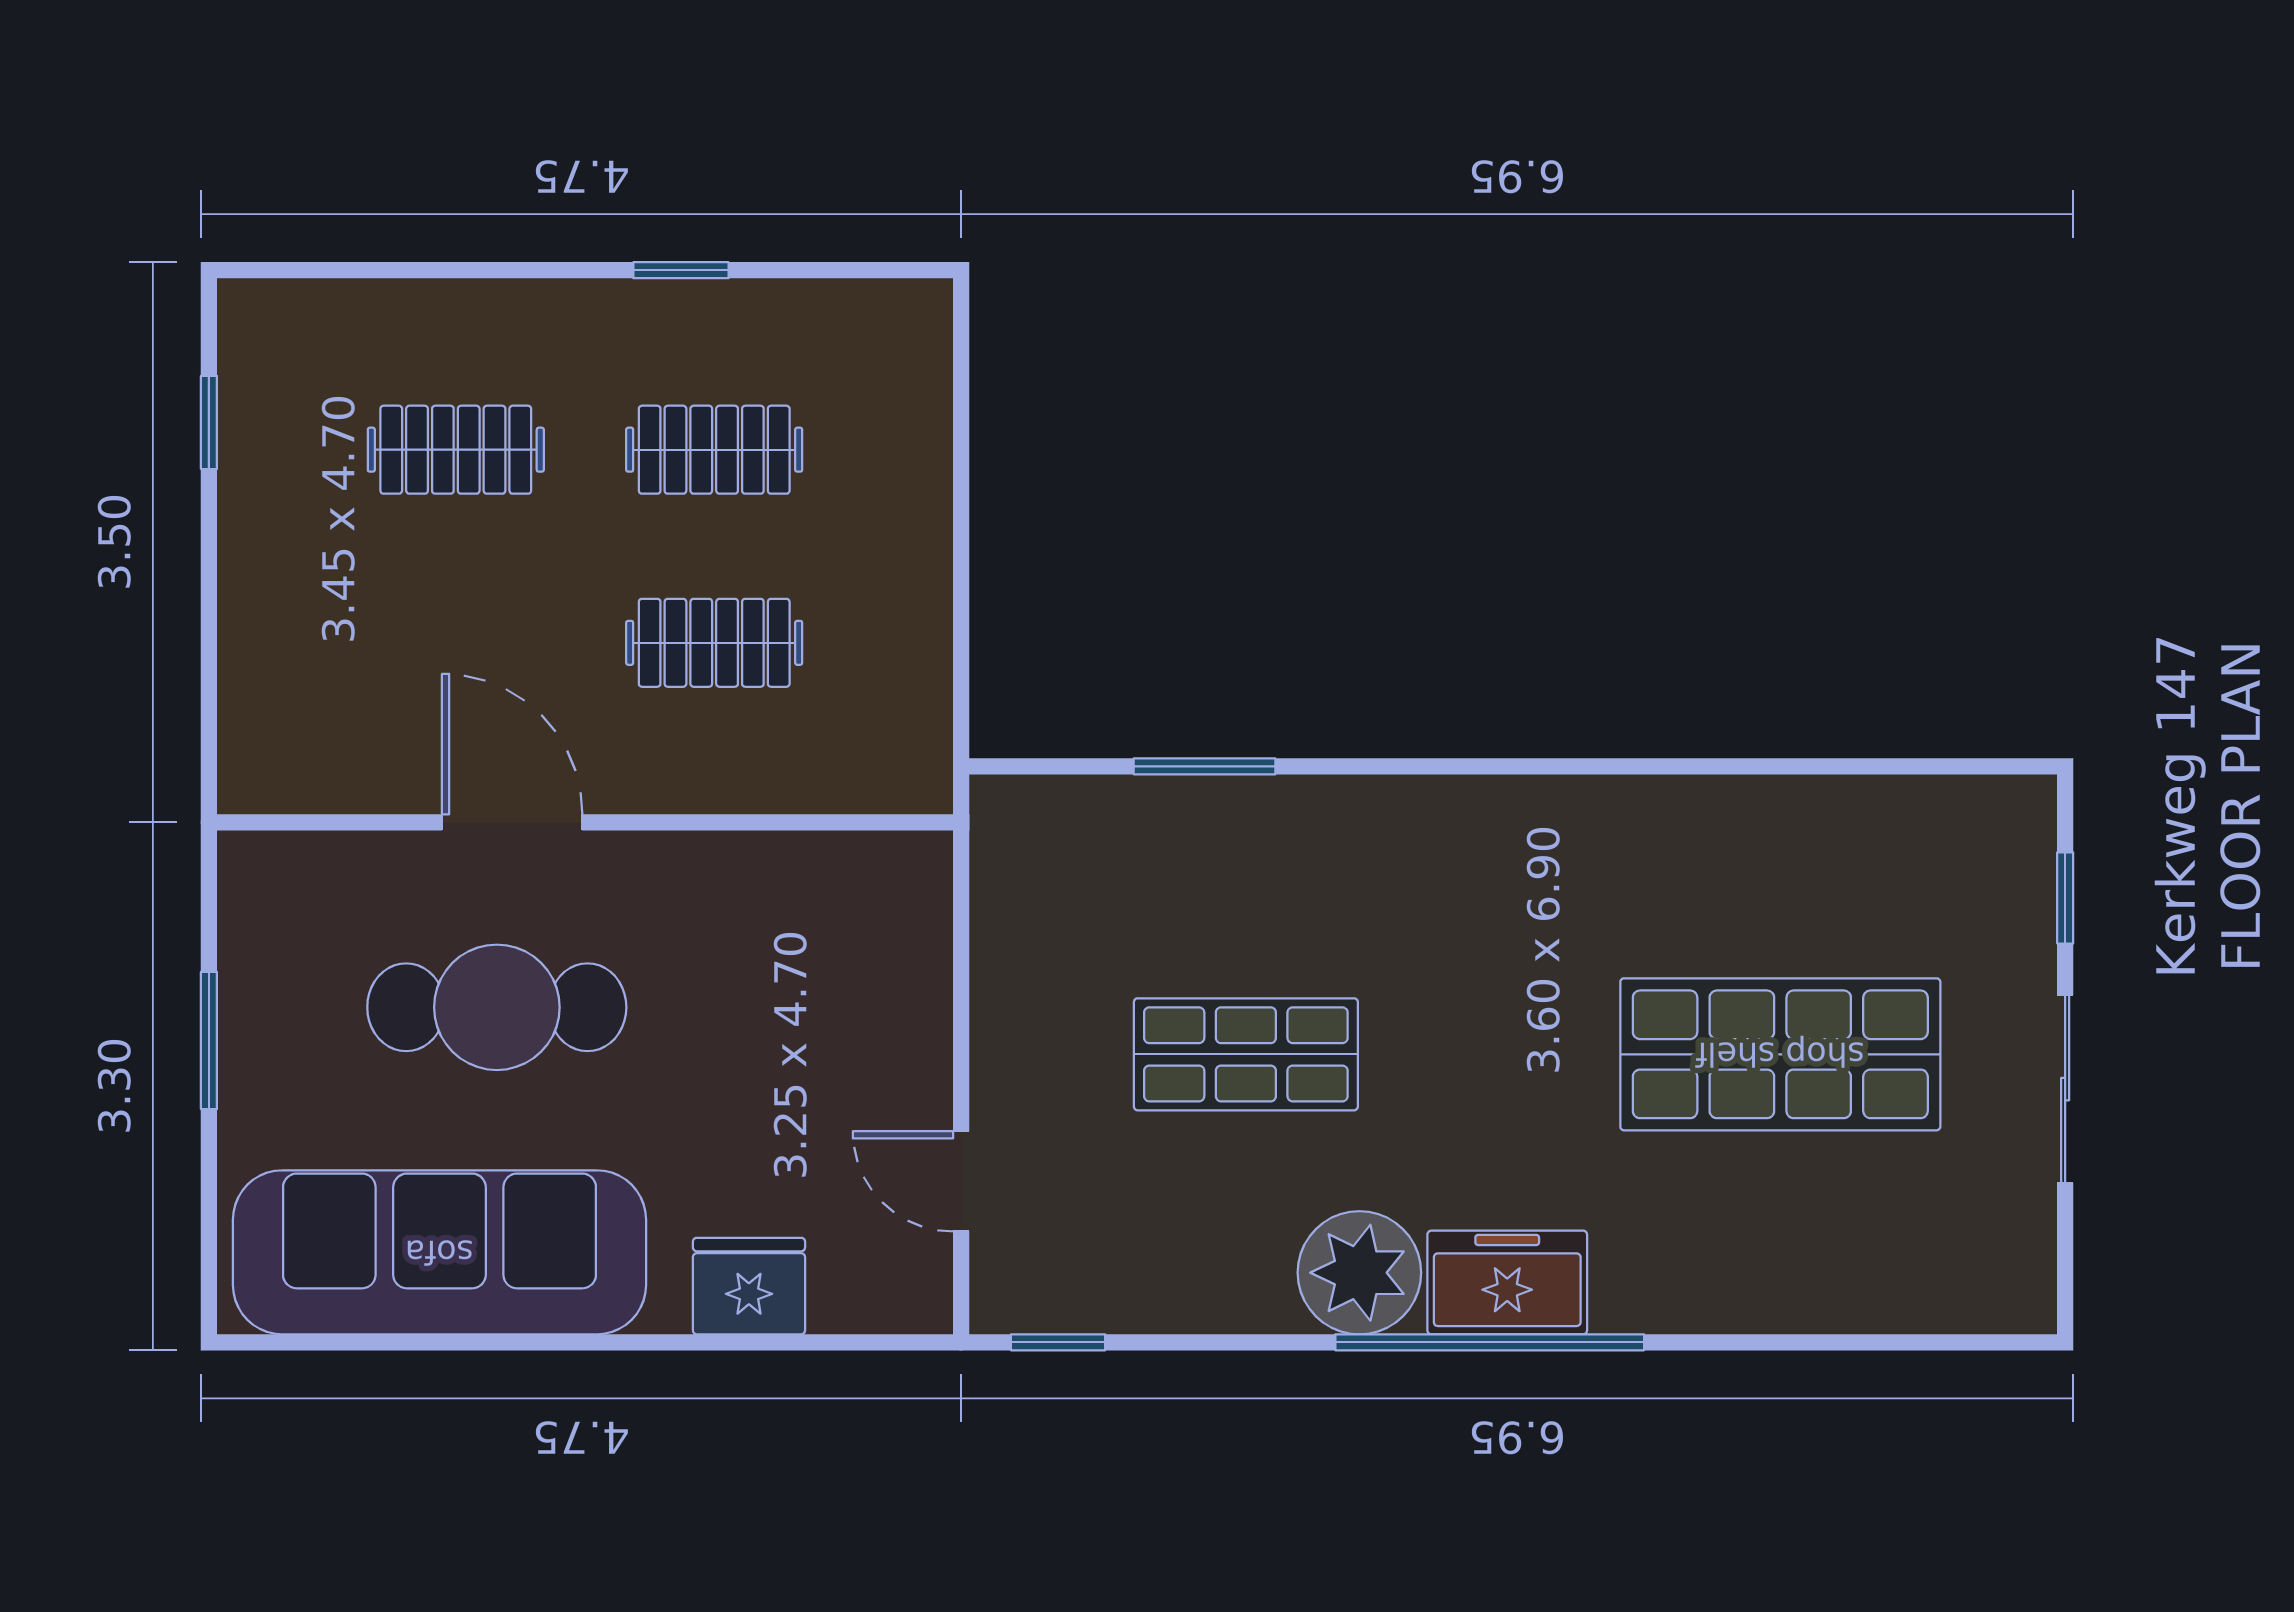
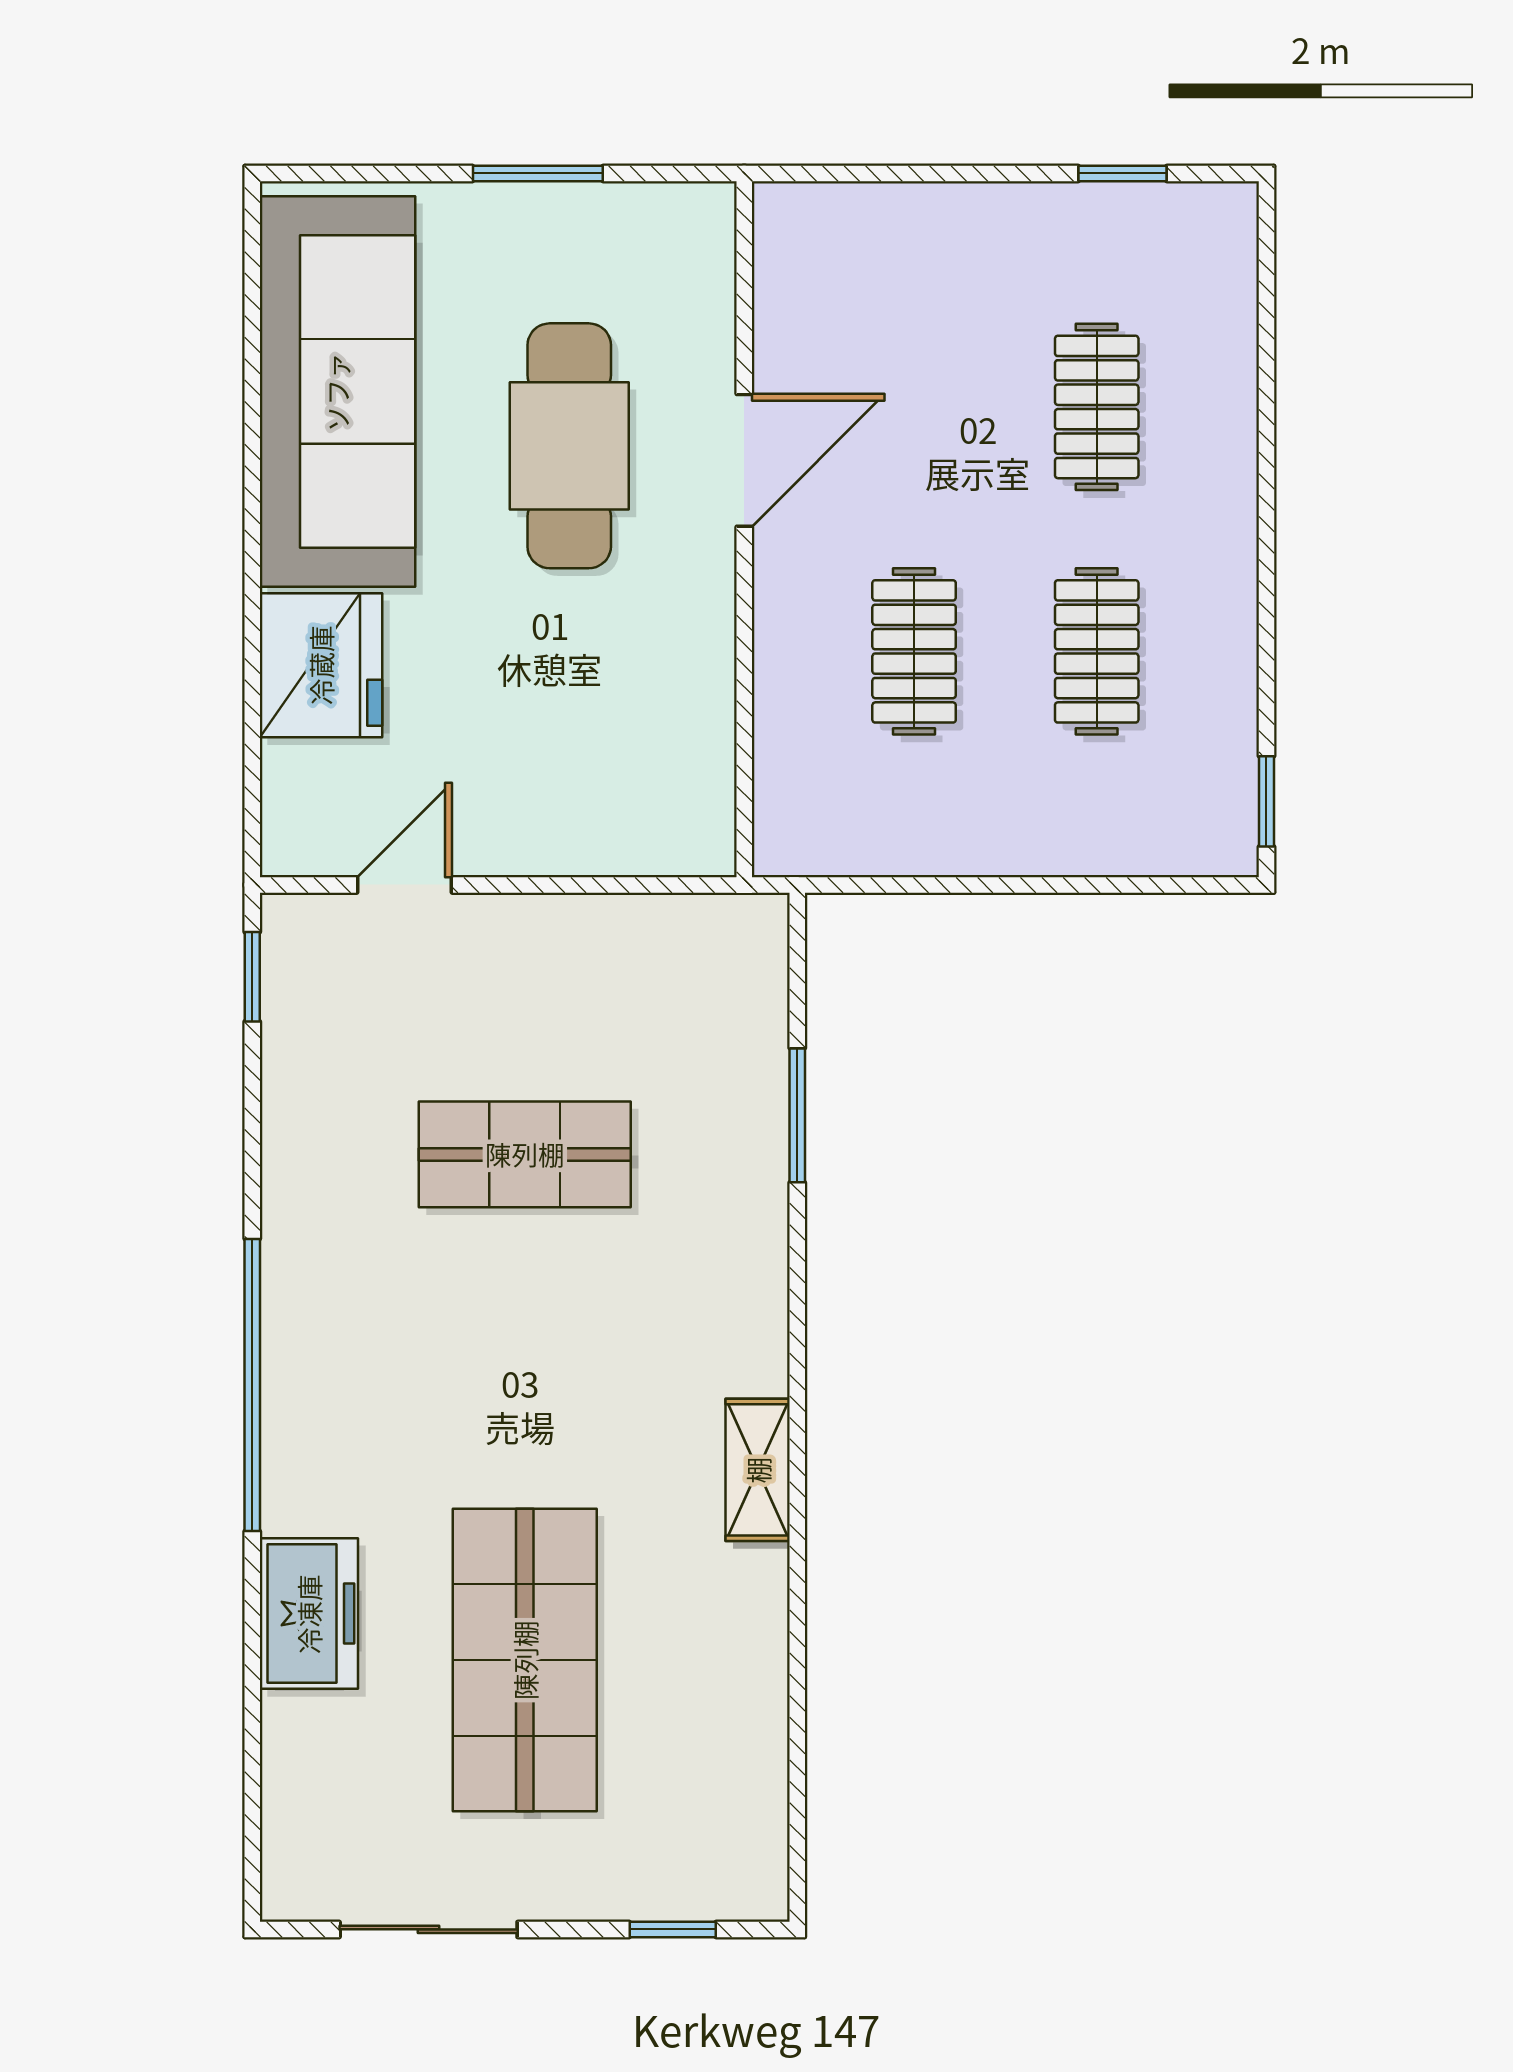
window: (681, 270) -> (1266, 801), moved
shelving: (1579, 808) -> (758, 1470), added
shop shelf: (1246, 1054) -> (525, 1154), turned 90
sliding door: (2065, 1089) -> (429, 1929), moved
plant: (1359, 1273) -> (318, 1262), removed
freezer: (1507, 1282) -> (309, 1614), moved
fridge: (749, 1286) -> (321, 665), width x1.36, depth x1.34

